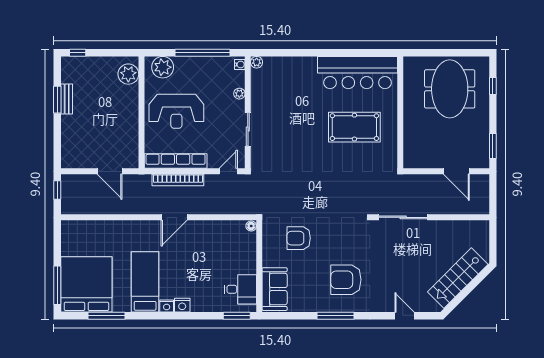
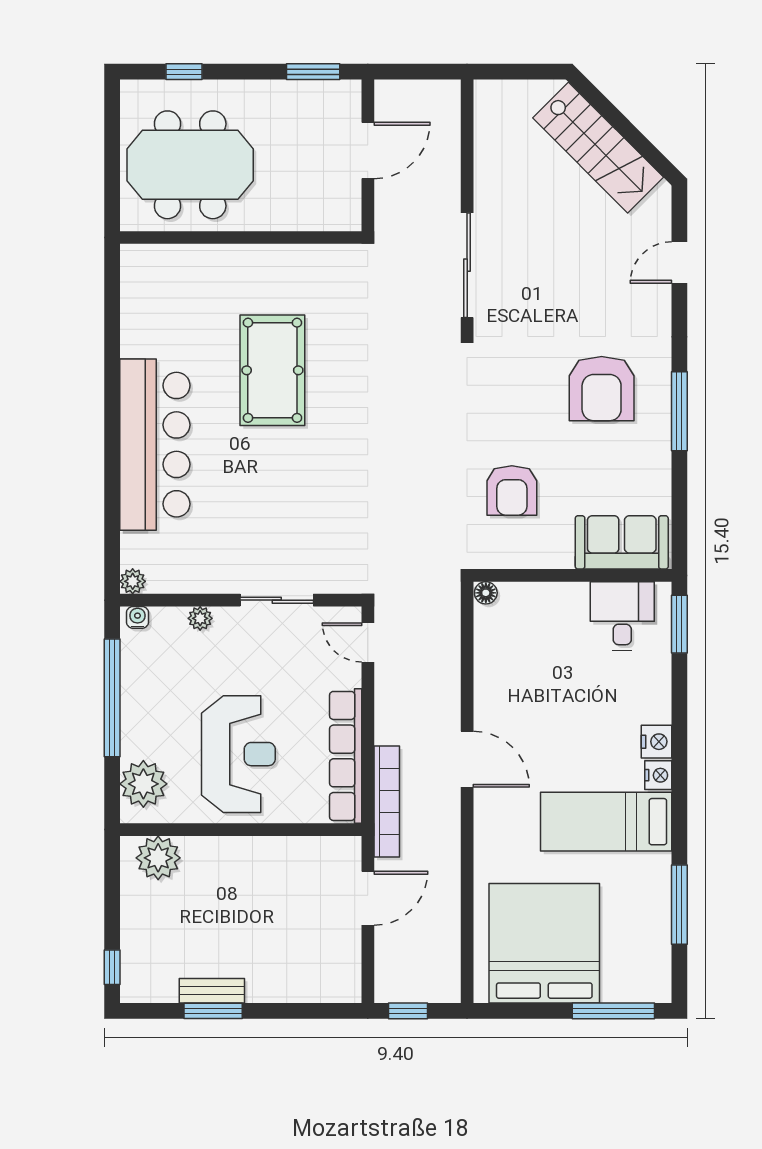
bar counter: (357, 73) -> (155, 445), moved
wall: (400, 112) -> (241, 238), moved
bookcase: (178, 180) -> (387, 801), moved
bed: (86, 284) -> (544, 943), moved, turned 90

